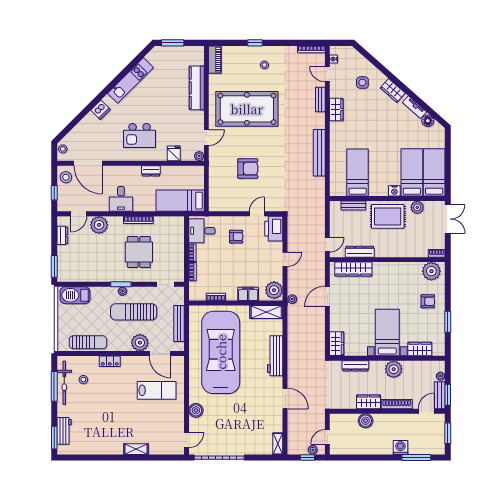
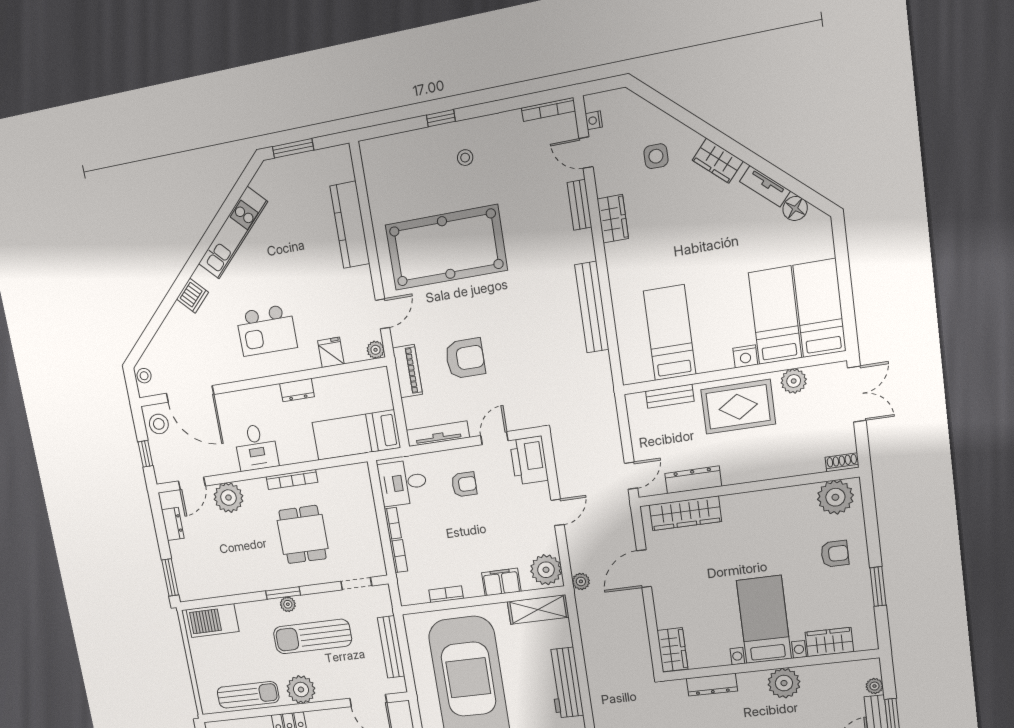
piano: (215, 60) -> (407, 371), moved
tv unit: (226, 207) -> (438, 434), added
plant: (140, 343) -> (301, 690), moved

